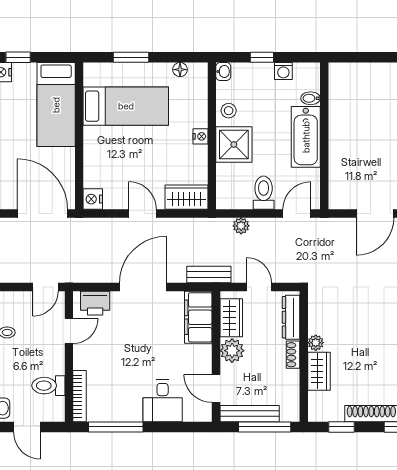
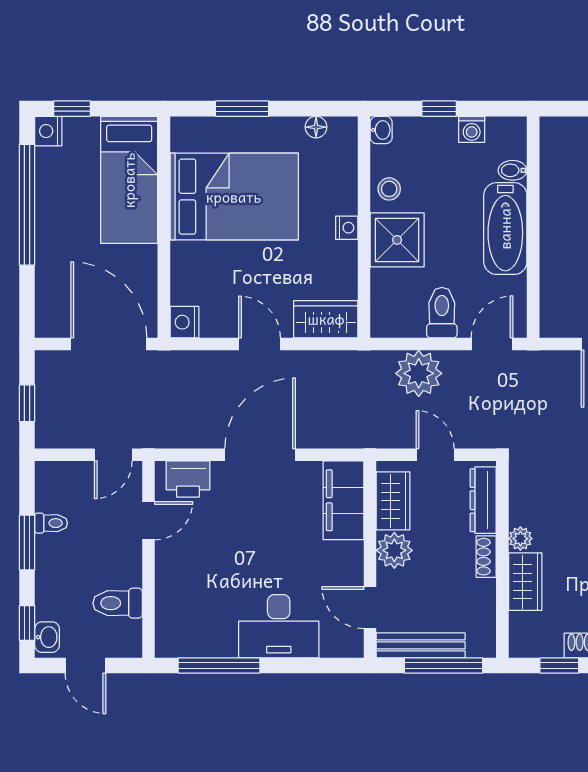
bed: (126, 106) -> (234, 197), width x1.50
plant: (241, 226) -> (419, 373), width x1.87, depth x1.87
bench: (209, 275) -> (359, 436), removed
bookcase: (80, 396) -> (165, 619), removed
desk: (163, 401) -> (279, 626), width x1.37

